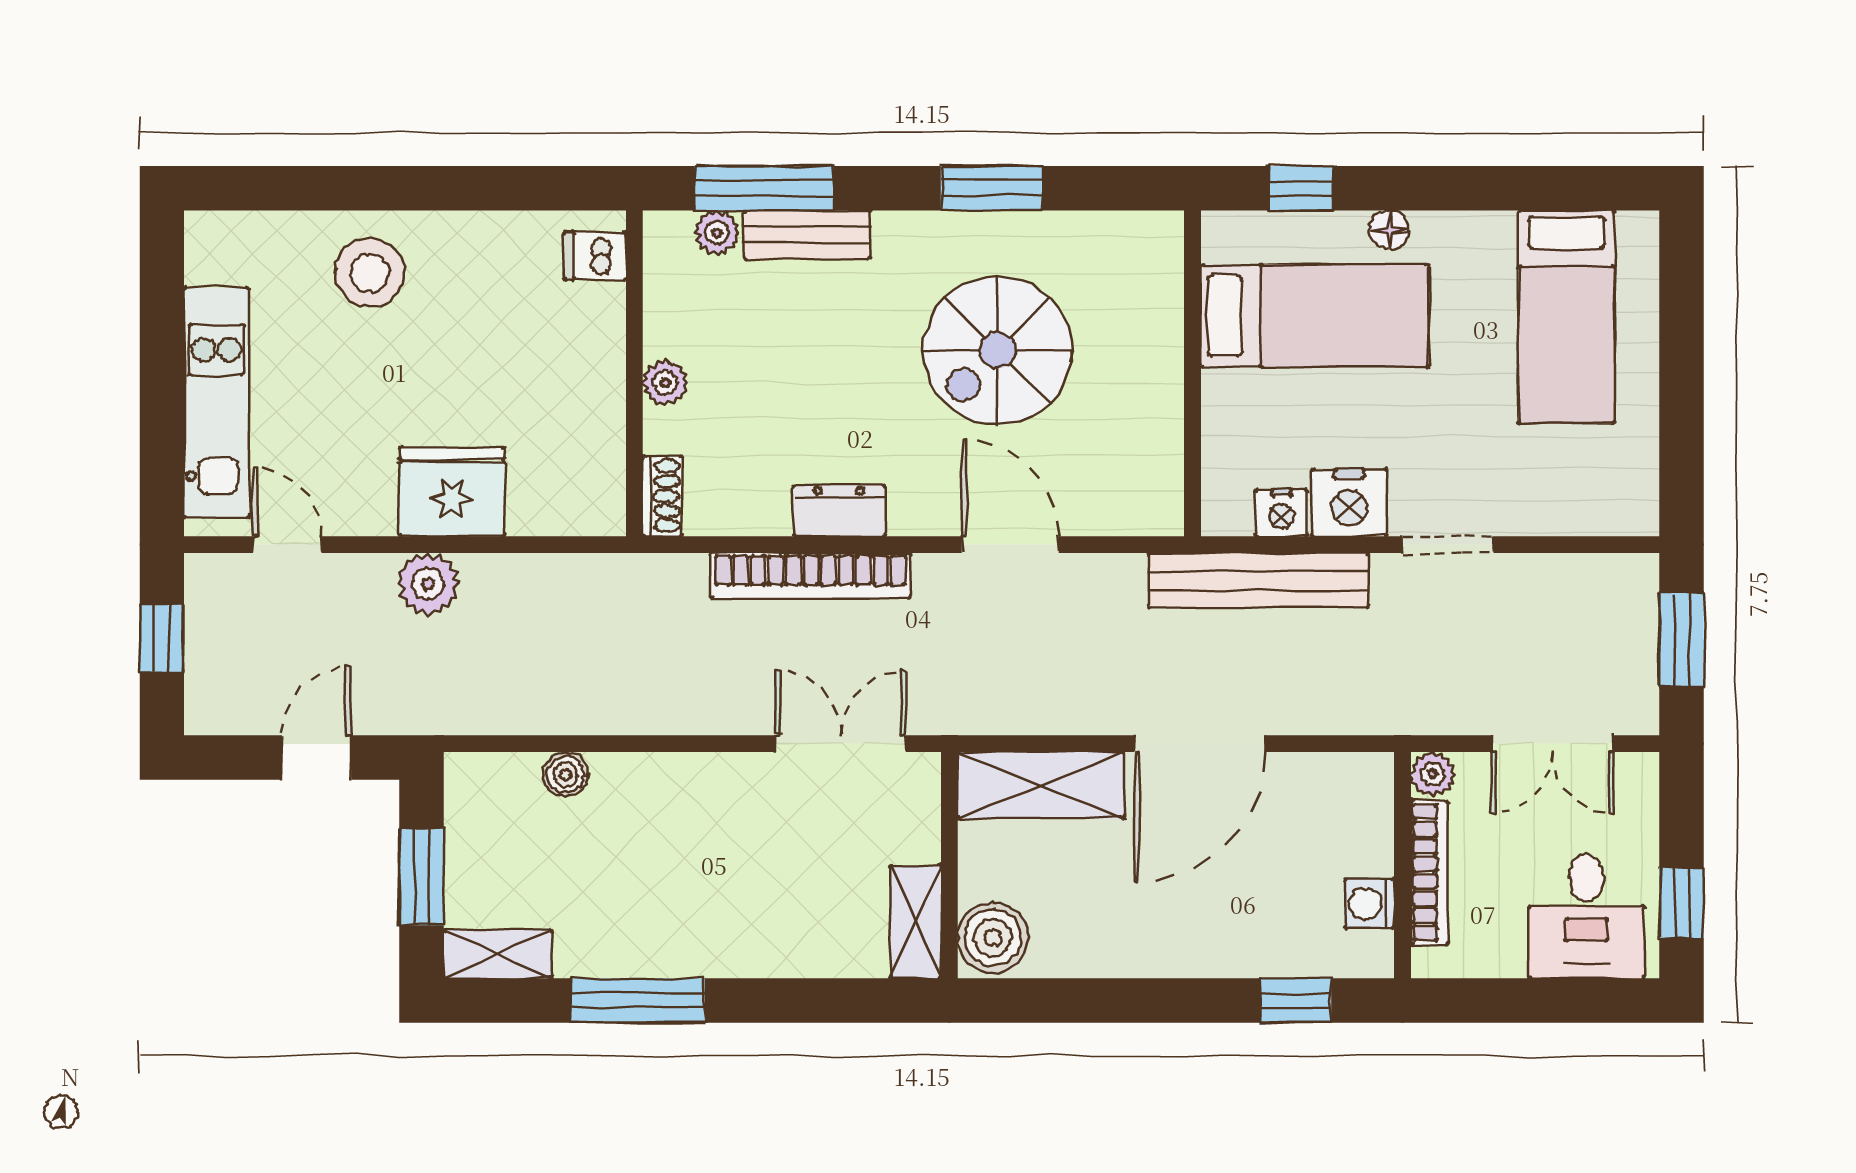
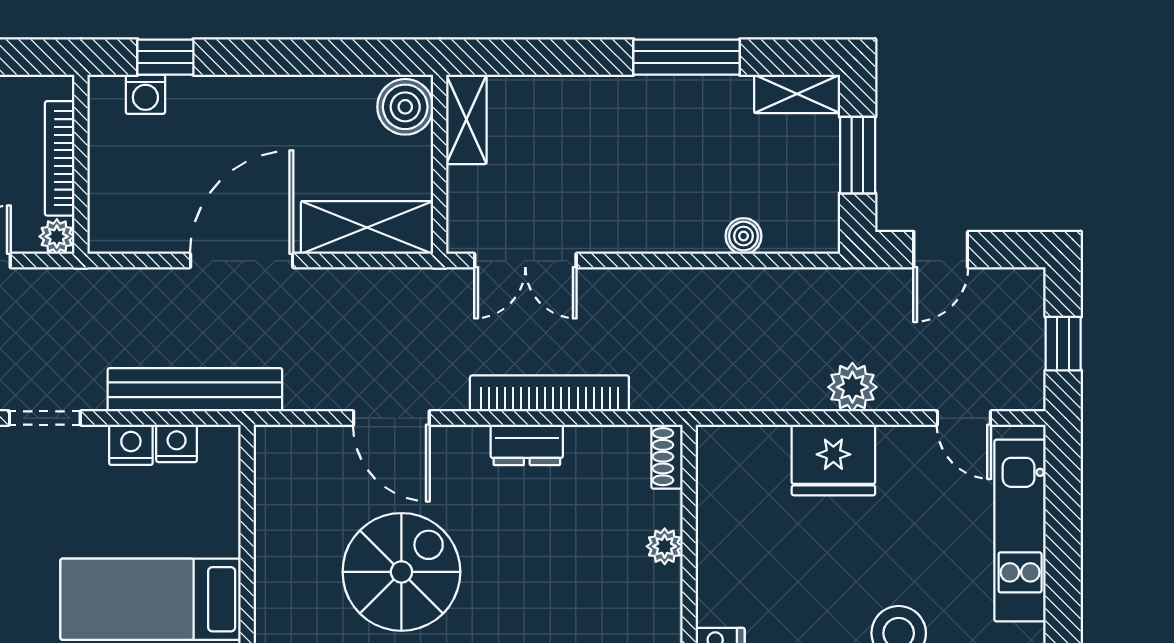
nightstand: (1349, 503) -> (131, 445), width x0.74, depth x0.75
washing machine: (1369, 903) -> (145, 94), moved, turned 90

